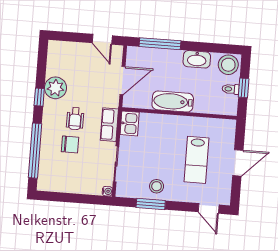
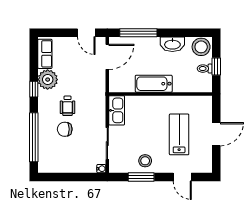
door: (122, 81) -> (107, 57), moved
kitchen sink: (130, 123) -> (117, 110), width x1.38
row of seats: (109, 125) -> (45, 54), moved, turned 180
chair: (70, 144) -> (65, 129), turned 180
lab bench: (196, 160) -> (179, 134), turned 180
door: (209, 208) -> (182, 177), moved

